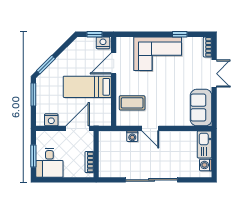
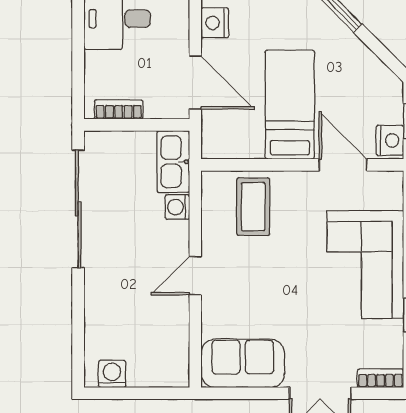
door: (150, 128) -> (195, 276), moved
kitchen sink: (205, 144) -> (173, 162), moved, turned -90
sliding door: (152, 180) -> (78, 209), moved

